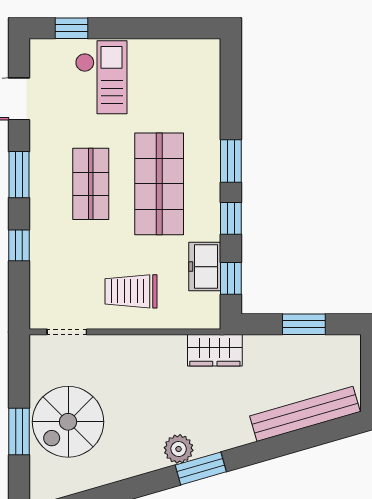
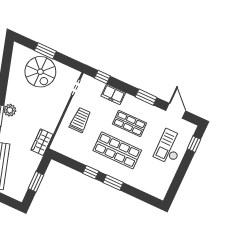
checkout: (101, 77) -> (169, 147), turned 90
window: (19, 245) -> (102, 77), moved
freezer: (205, 267) -> (113, 94), moved, turned 180
window: (231, 278) -> (67, 161), removed
spiral stairs: (68, 422) -> (40, 72), turned 180

